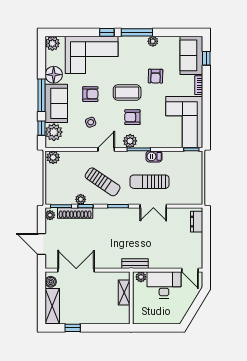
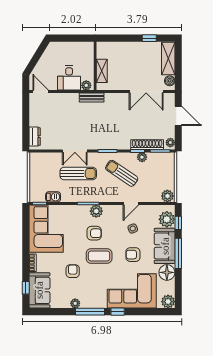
door: (106, 149) -> (131, 203), moved
barbecue: (154, 156) -> (53, 197), moved
double door: (153, 206) -> (75, 151), swing flipped
desk: (164, 285) -> (69, 78), width x0.73

